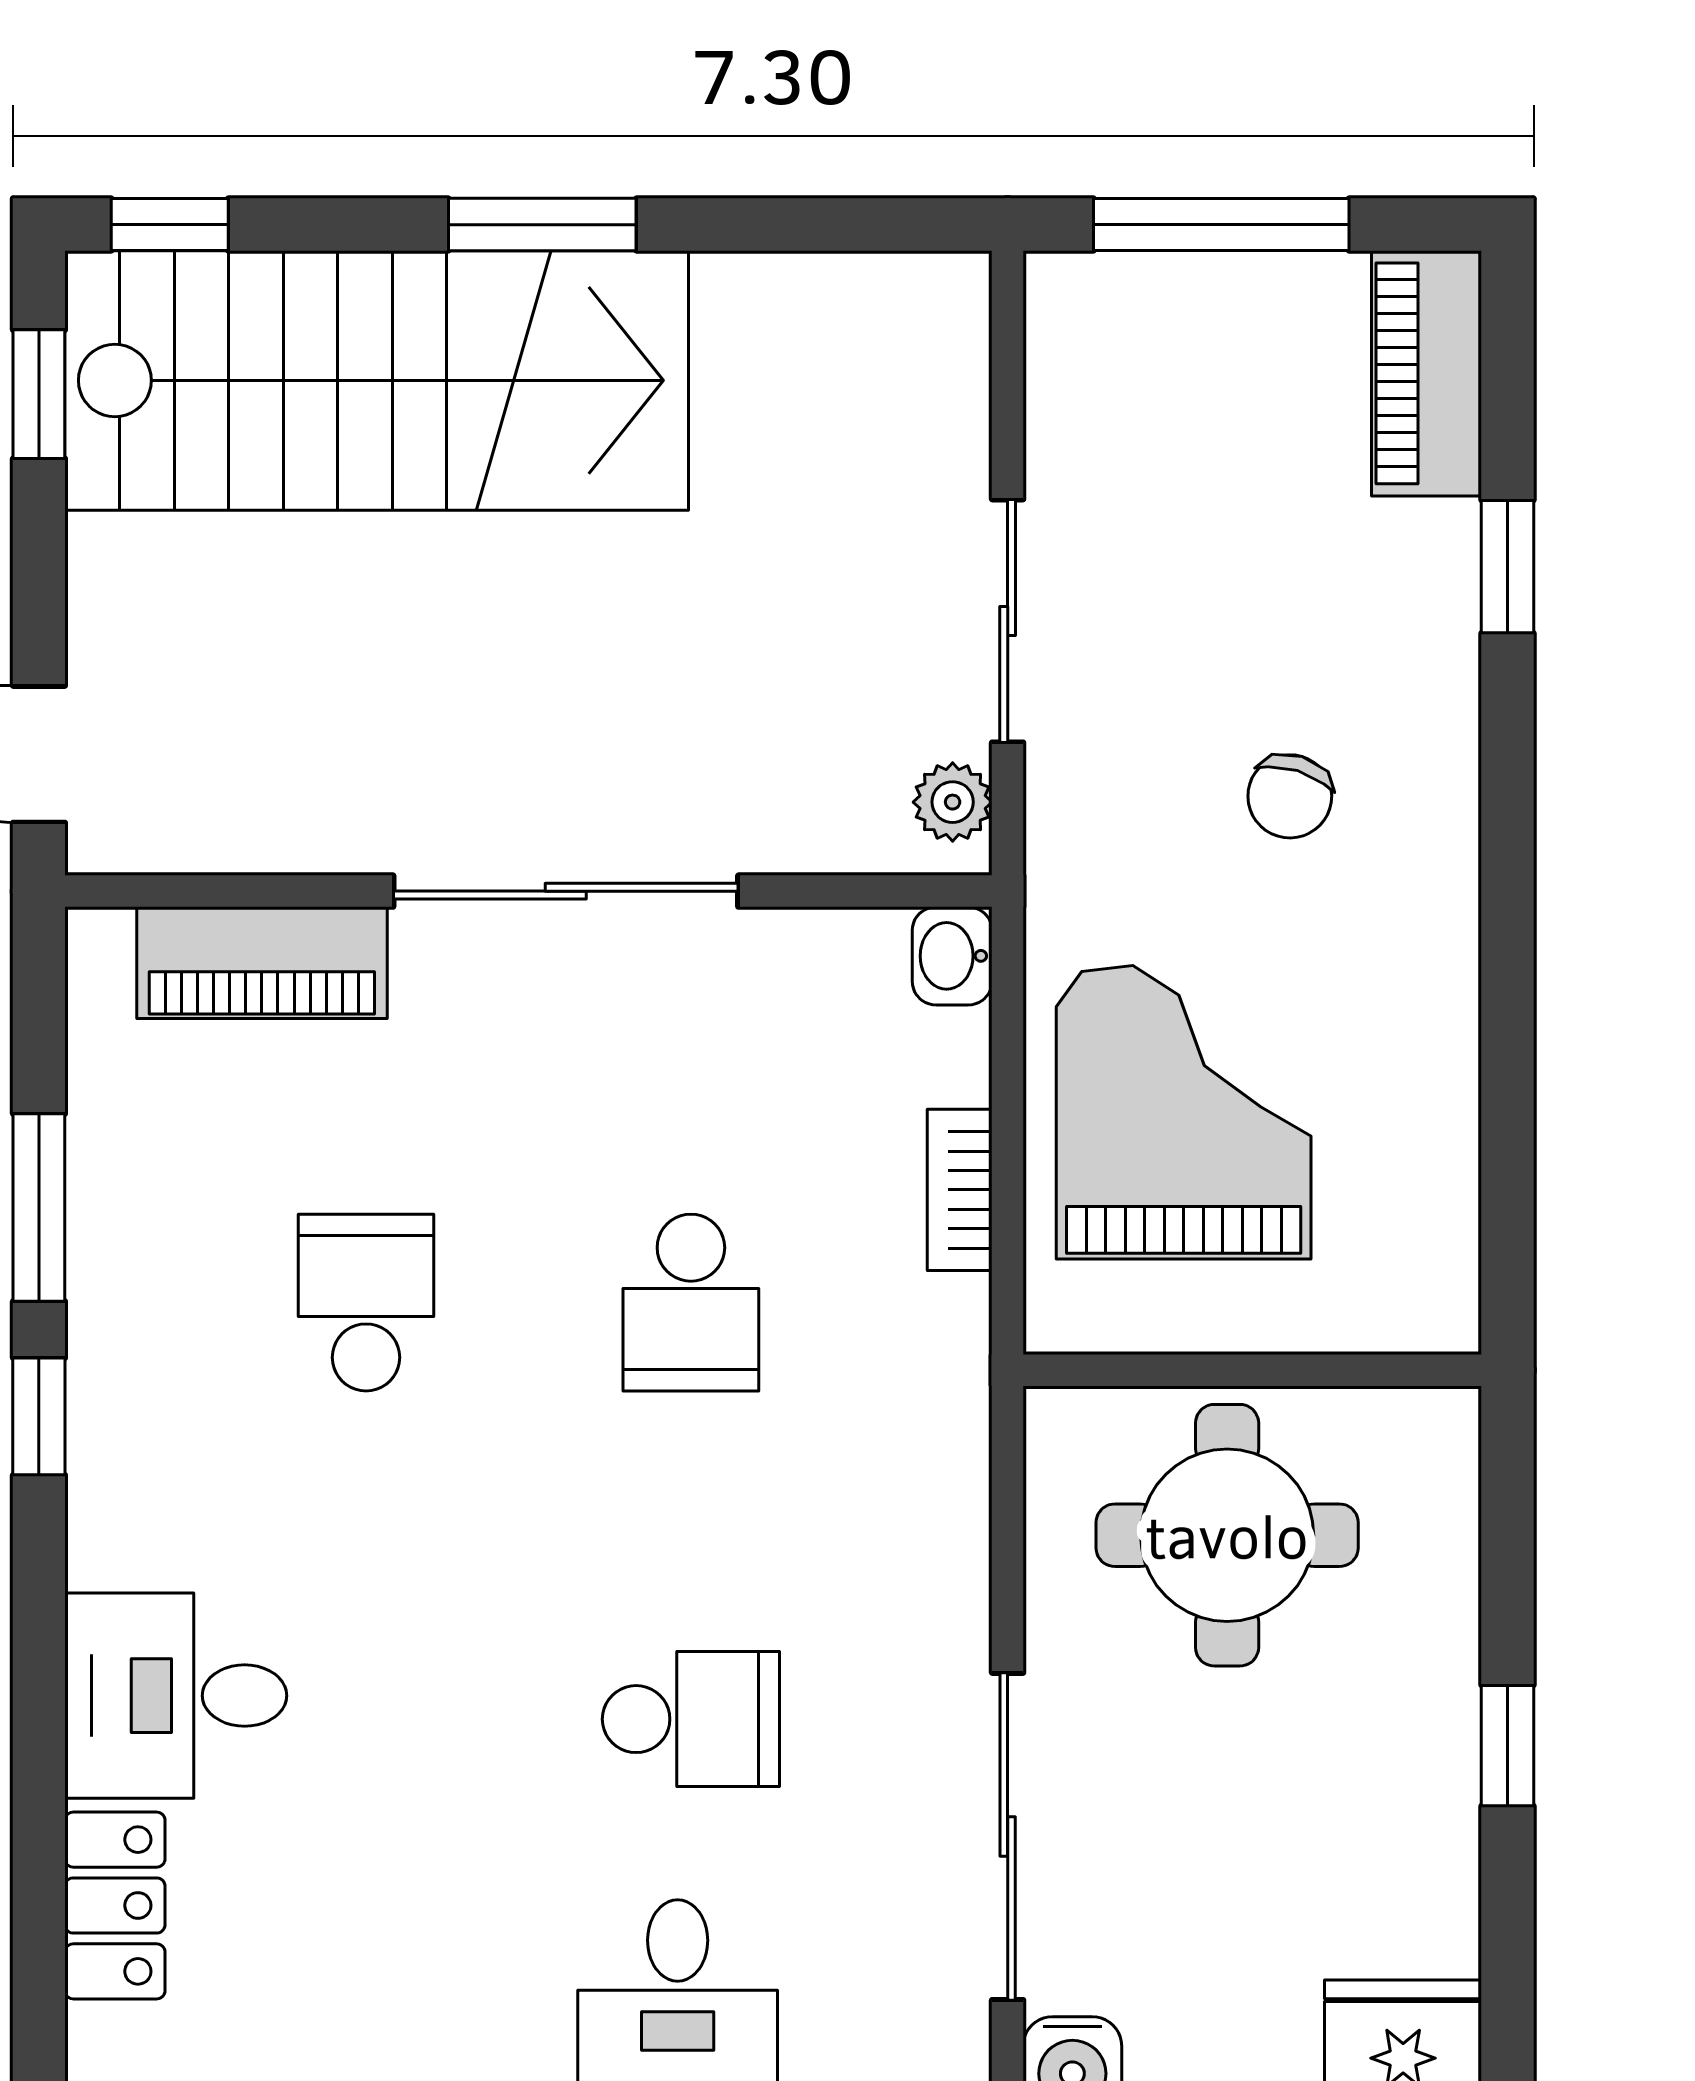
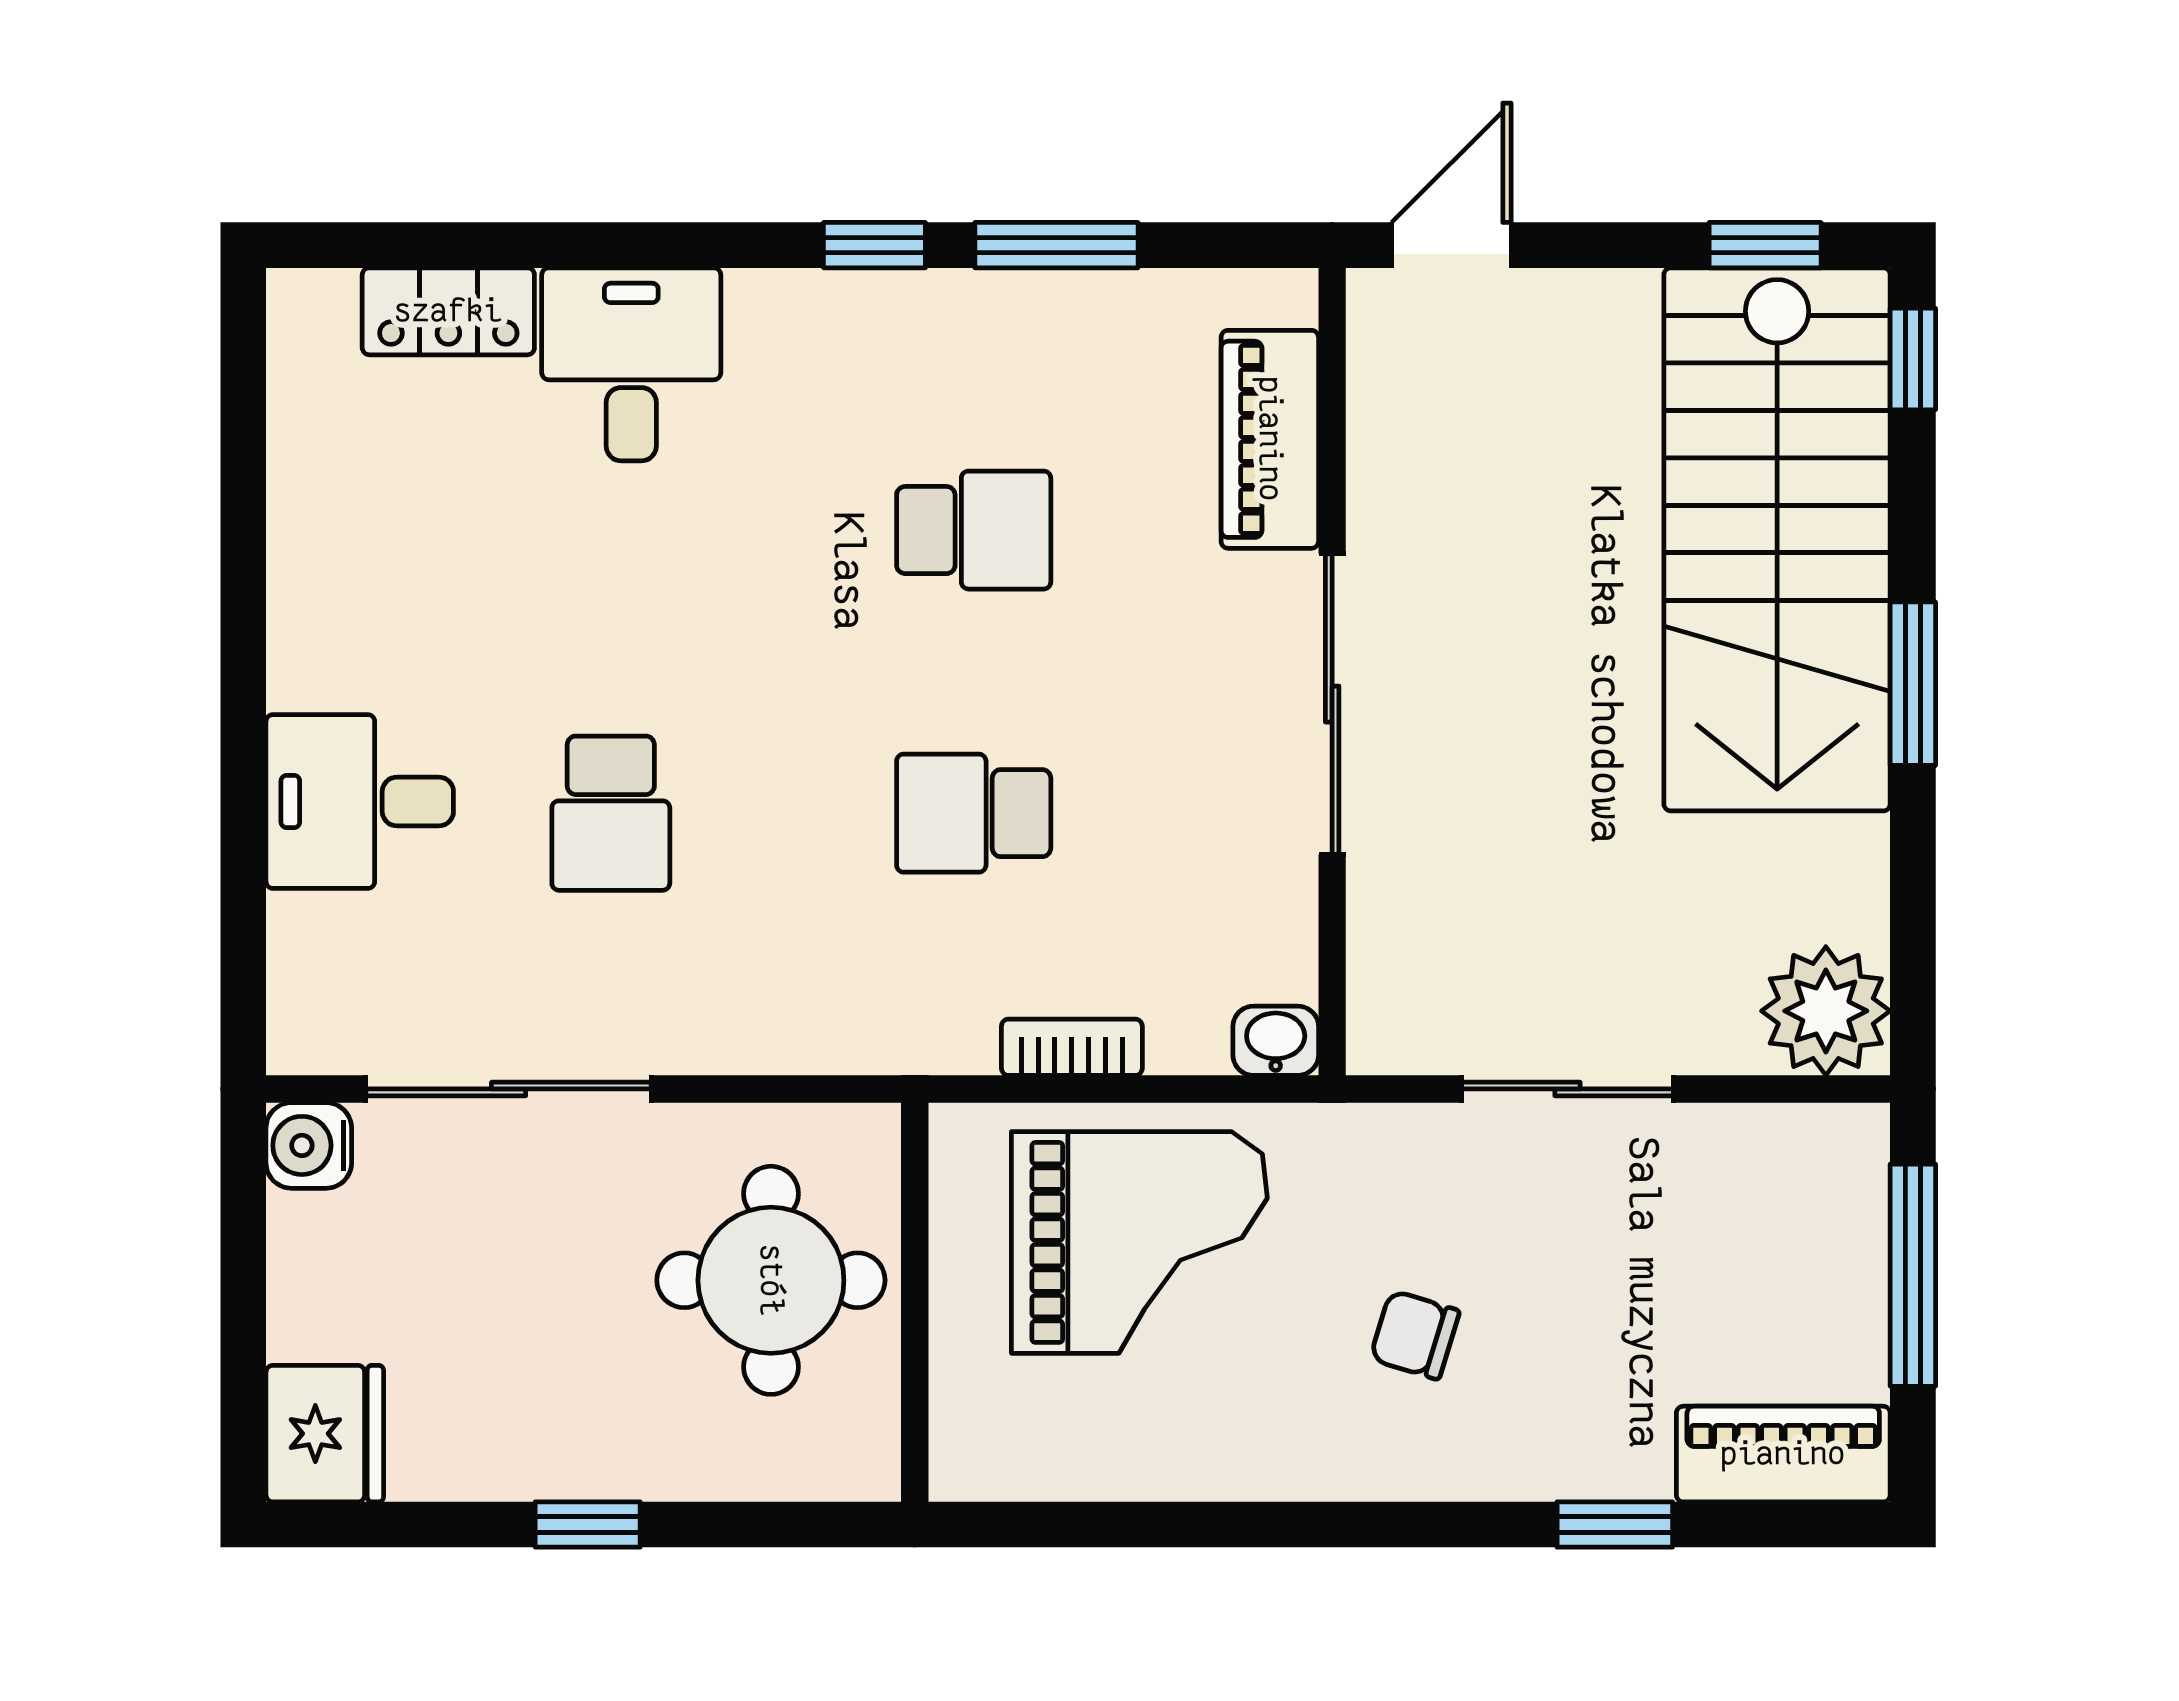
plant: (953, 802) -> (1826, 1011), moved, width x1.88, depth x1.88

